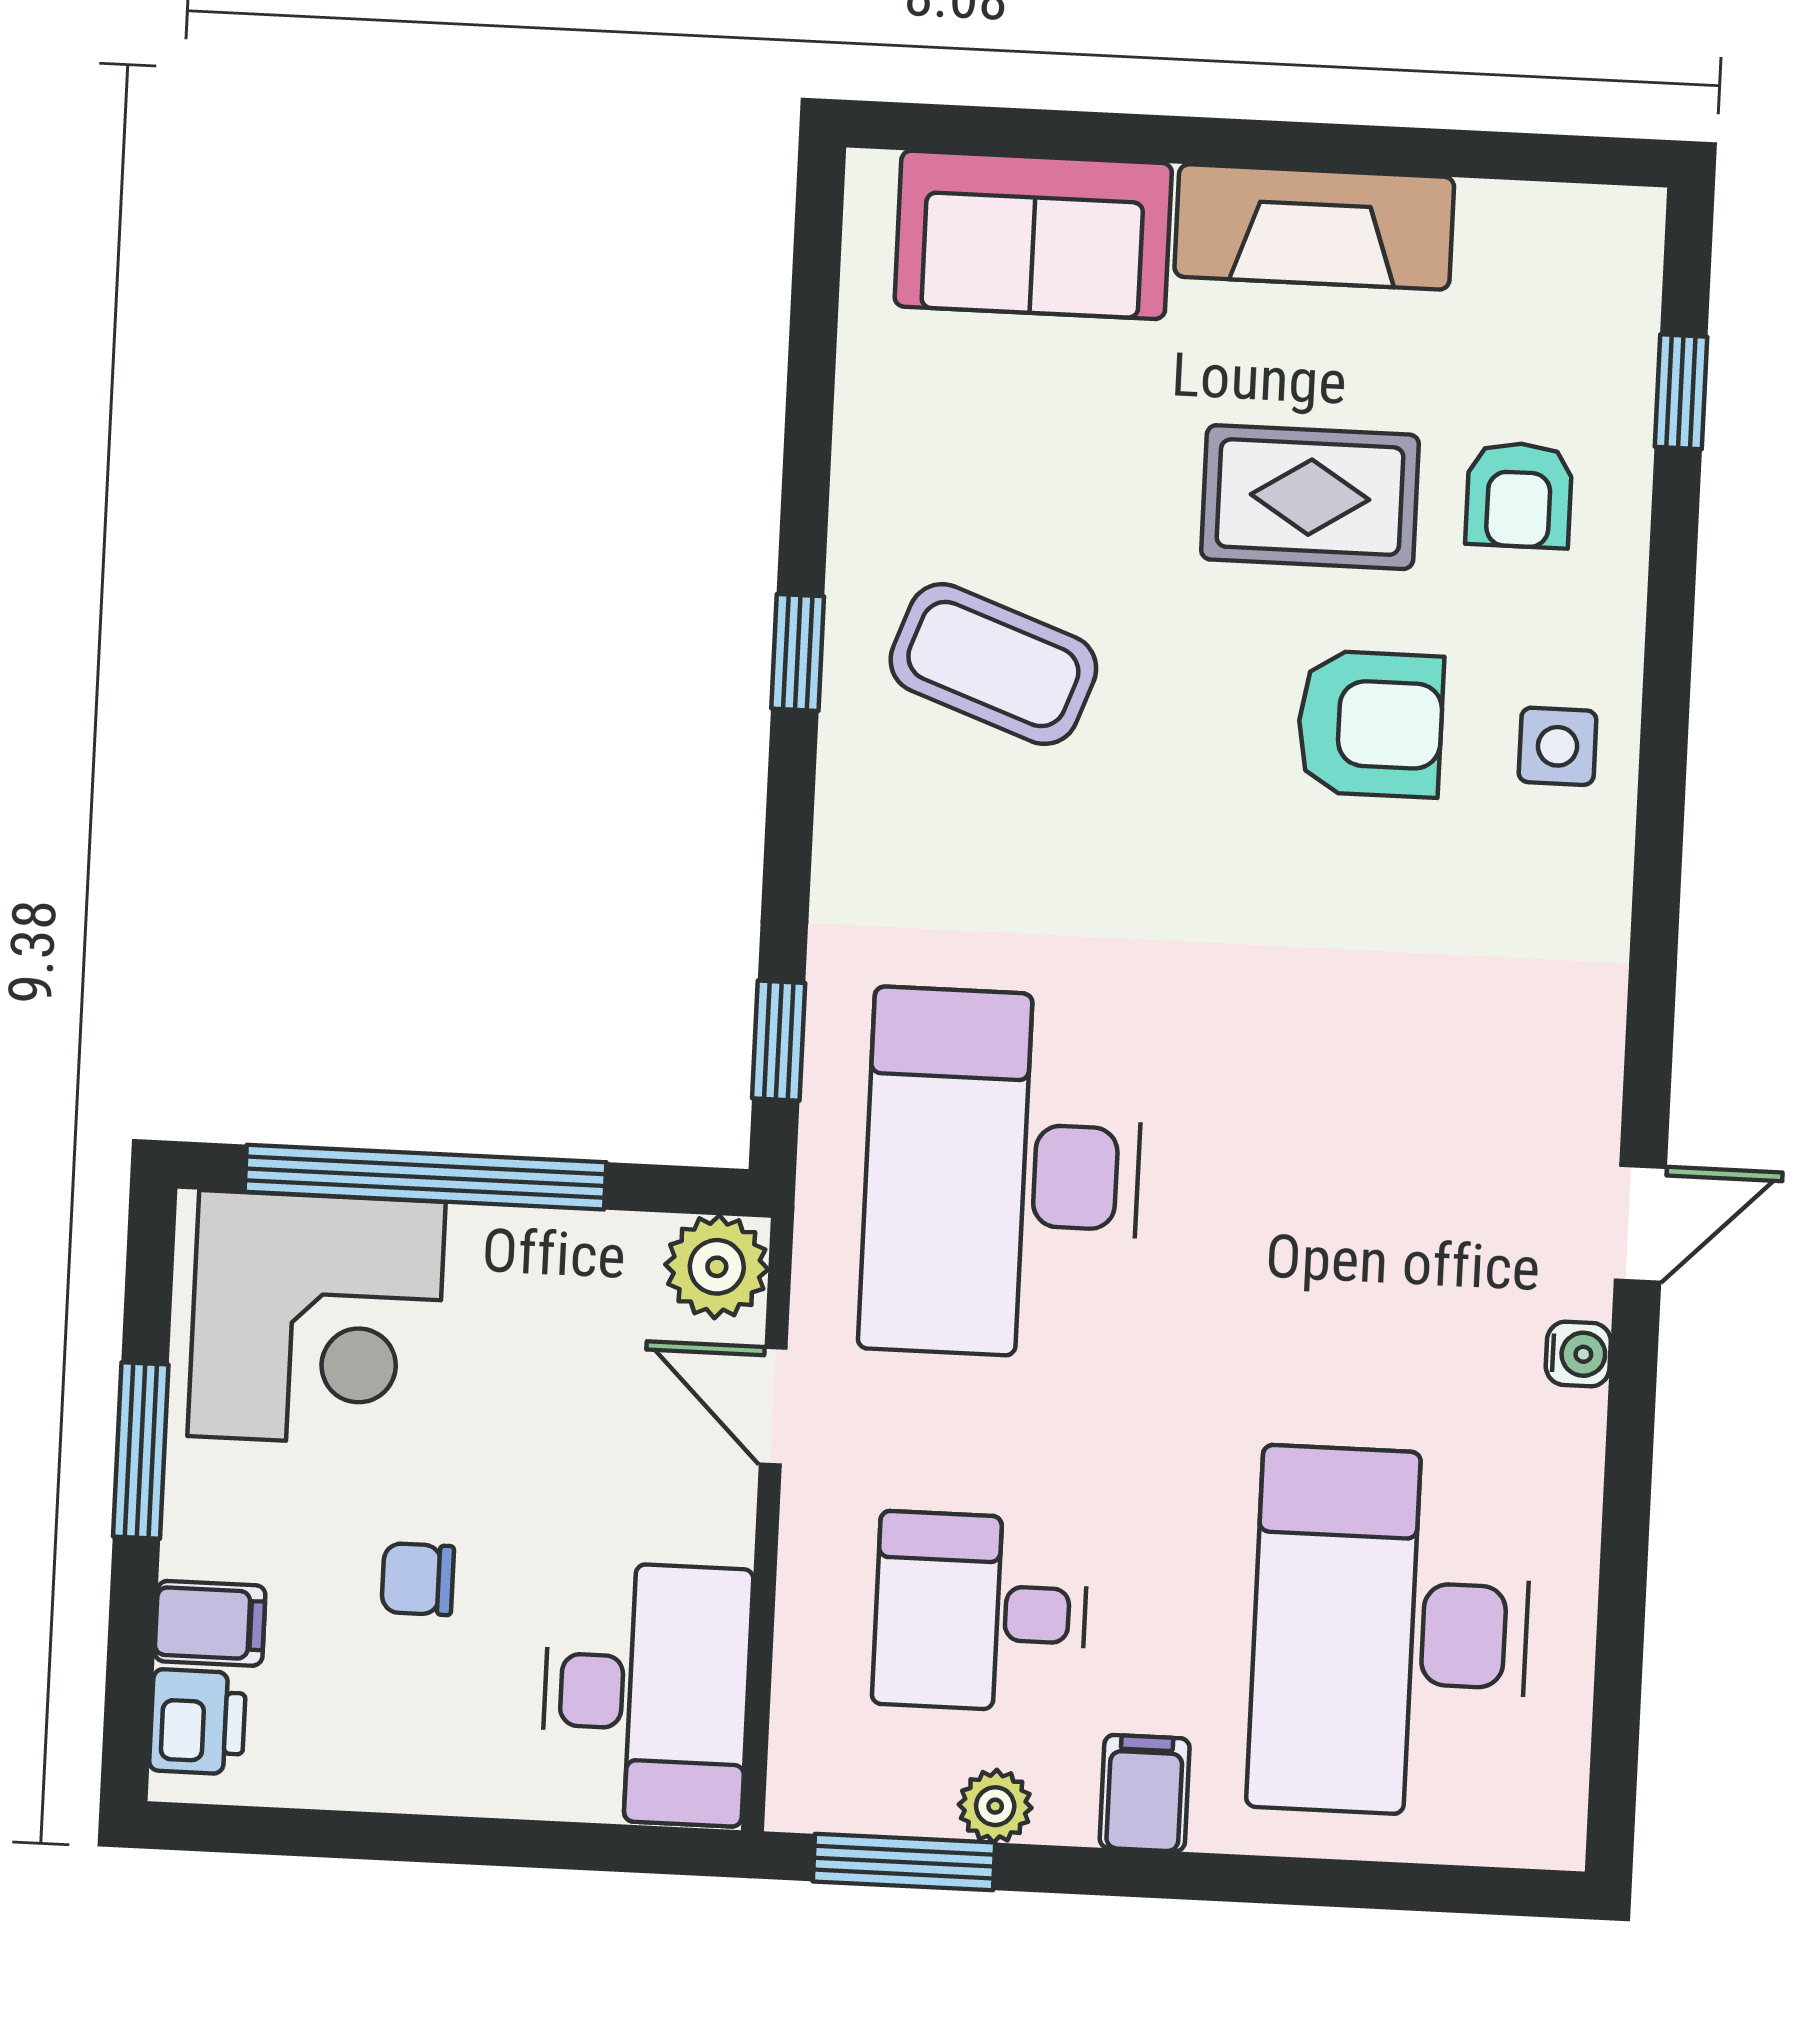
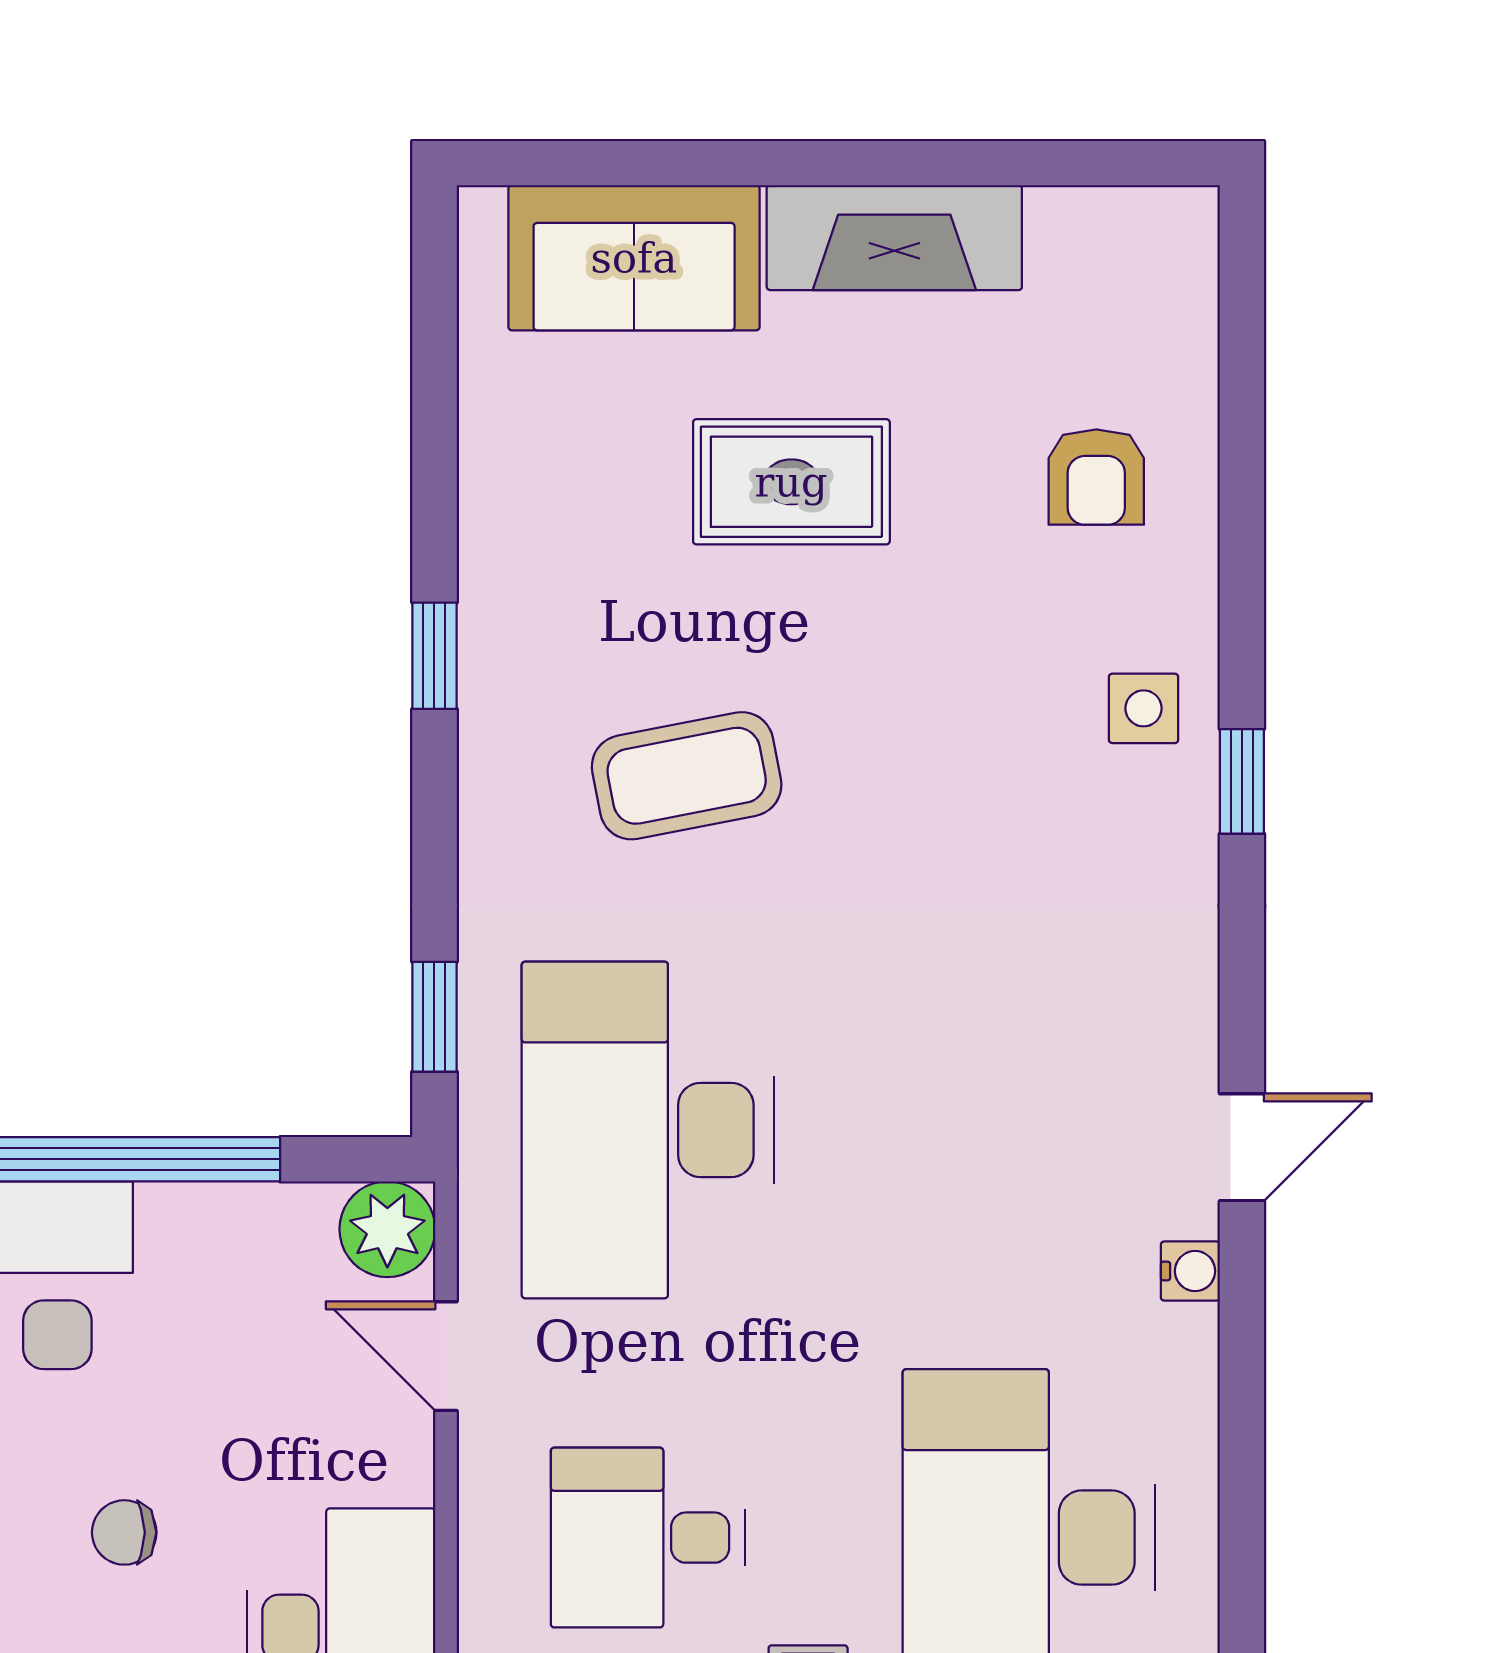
window: (1681, 392) -> (1242, 781), moved
rug: (1310, 497) -> (791, 482), moved
coffee table: (993, 664) -> (687, 776), moved, turned -31
armchair: (1370, 724) -> (969, 696), removed

